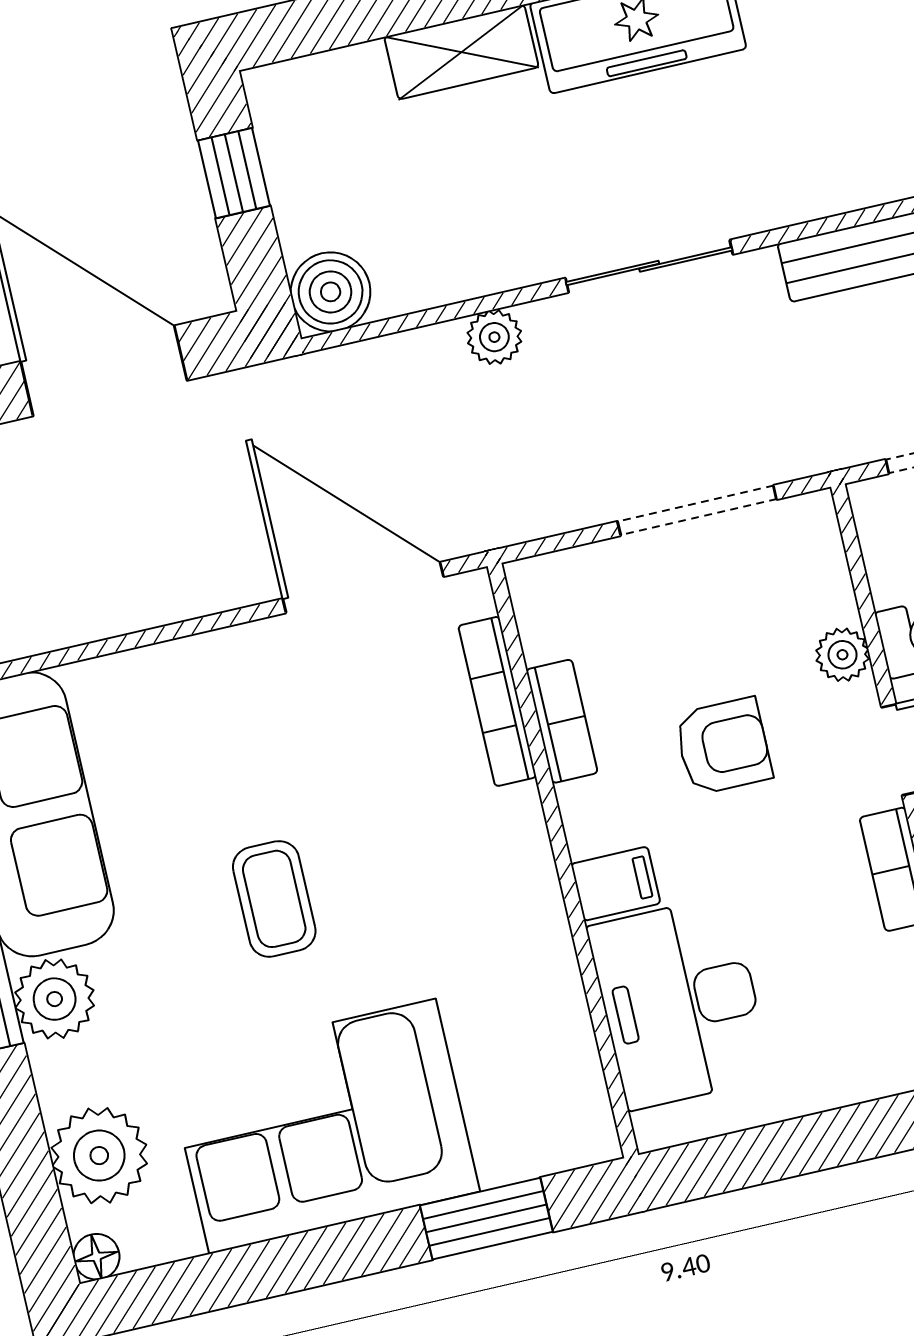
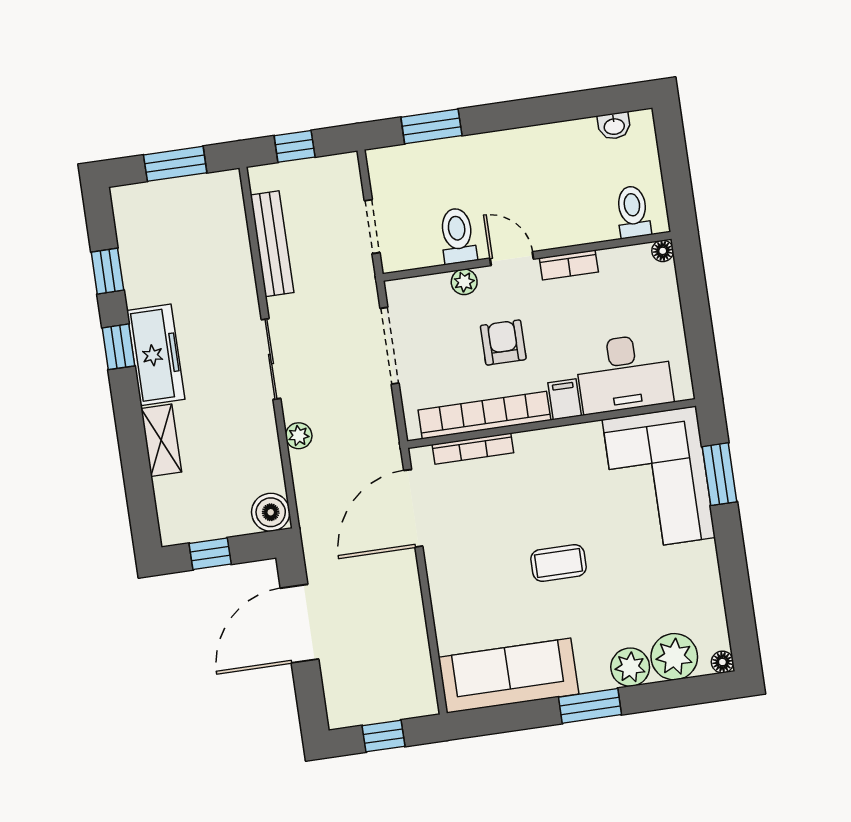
bookcase: (562, 721) -> (484, 415), width x2.31, depth x1.31
plant: (55, 999) -> (630, 667), moved
corner sofa: (322, 1126) -> (659, 479), moved

